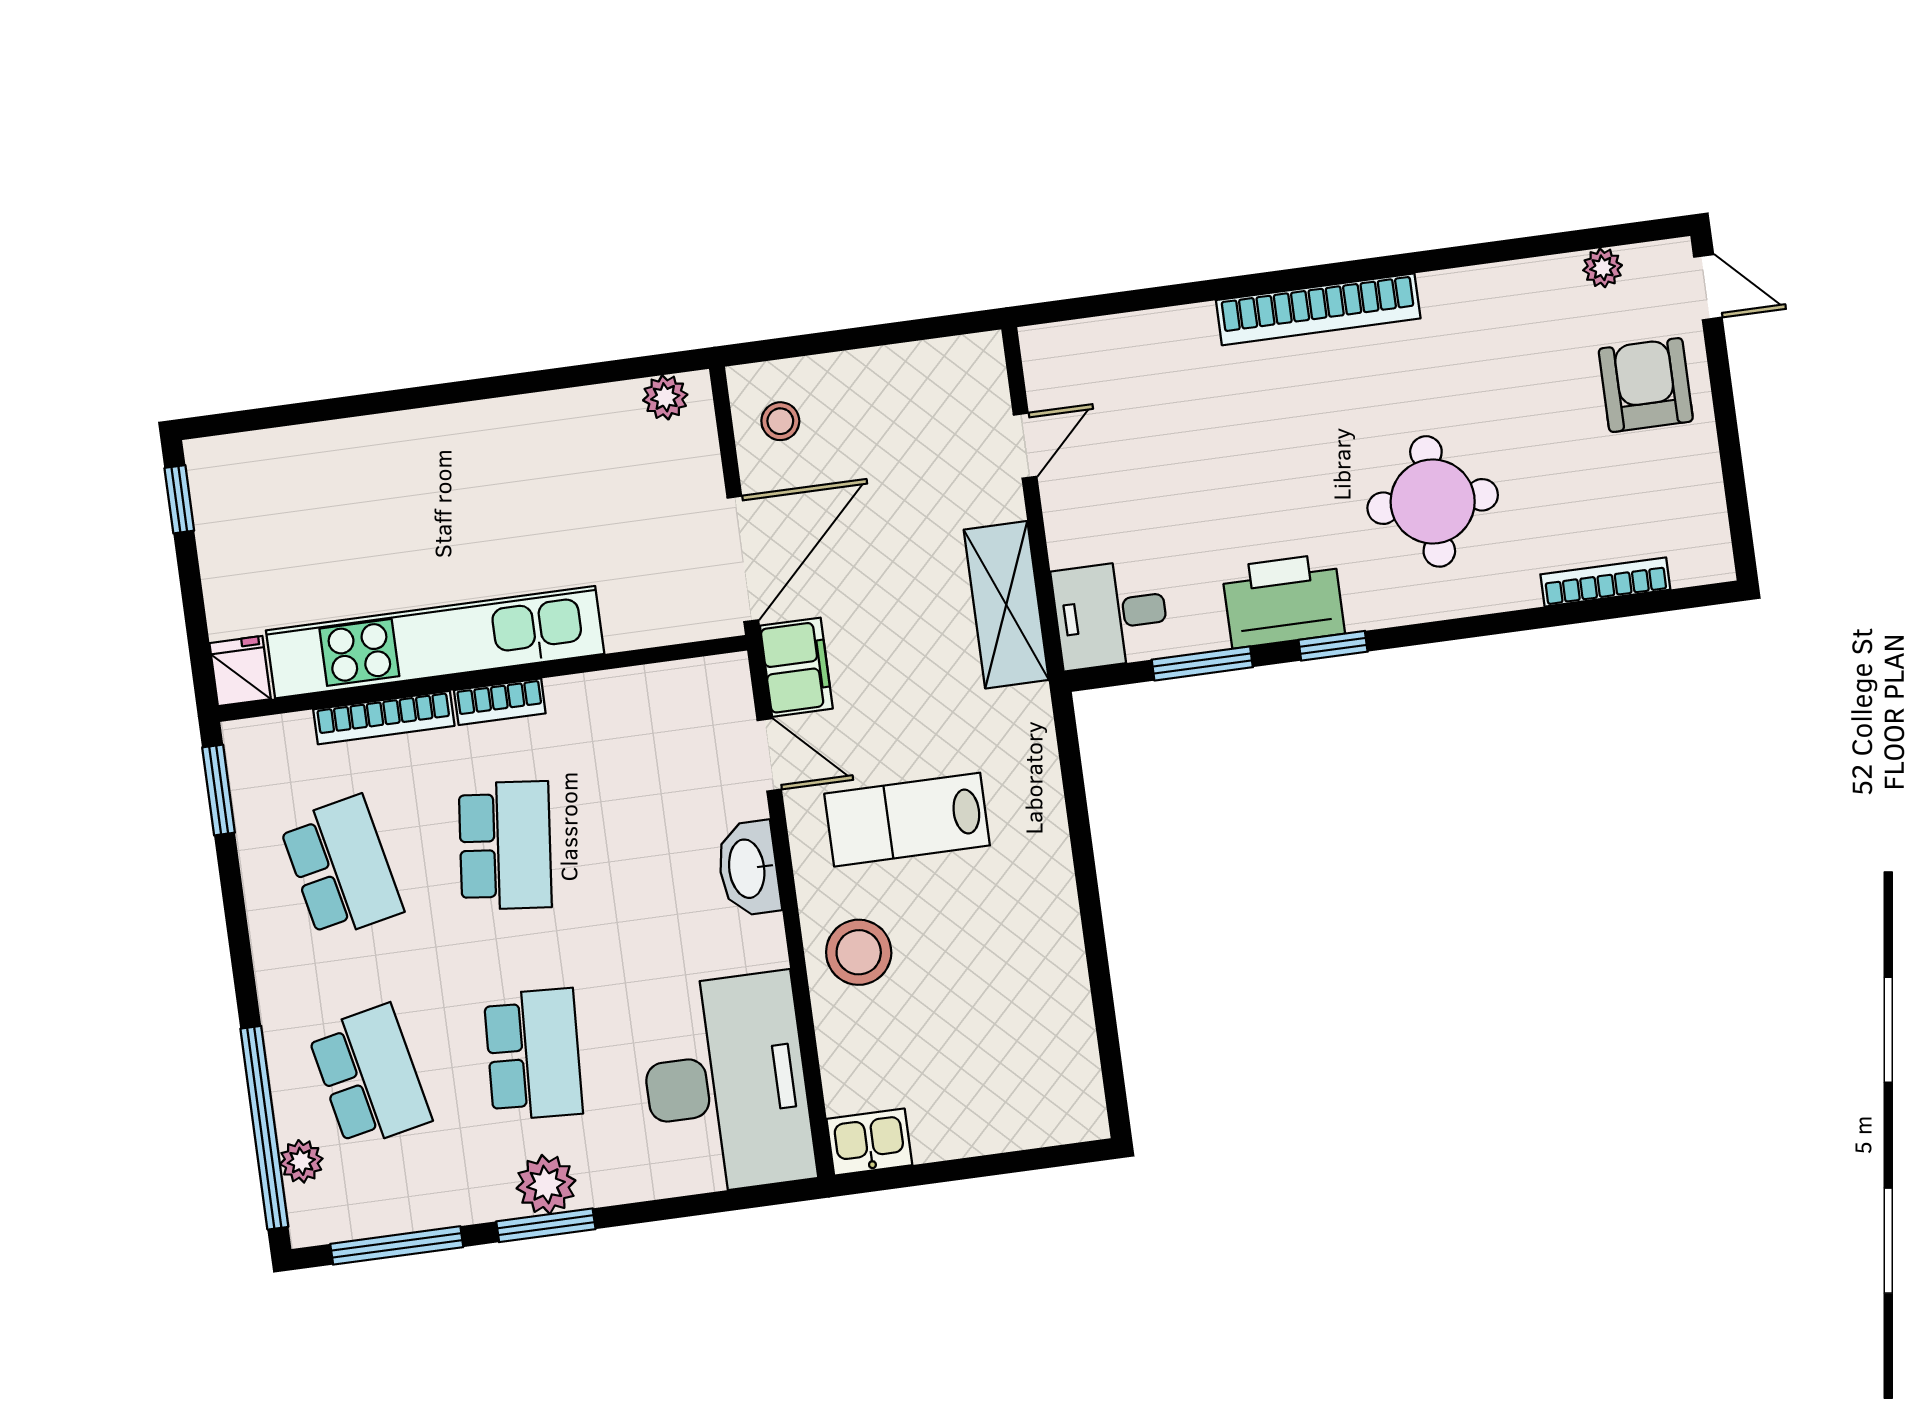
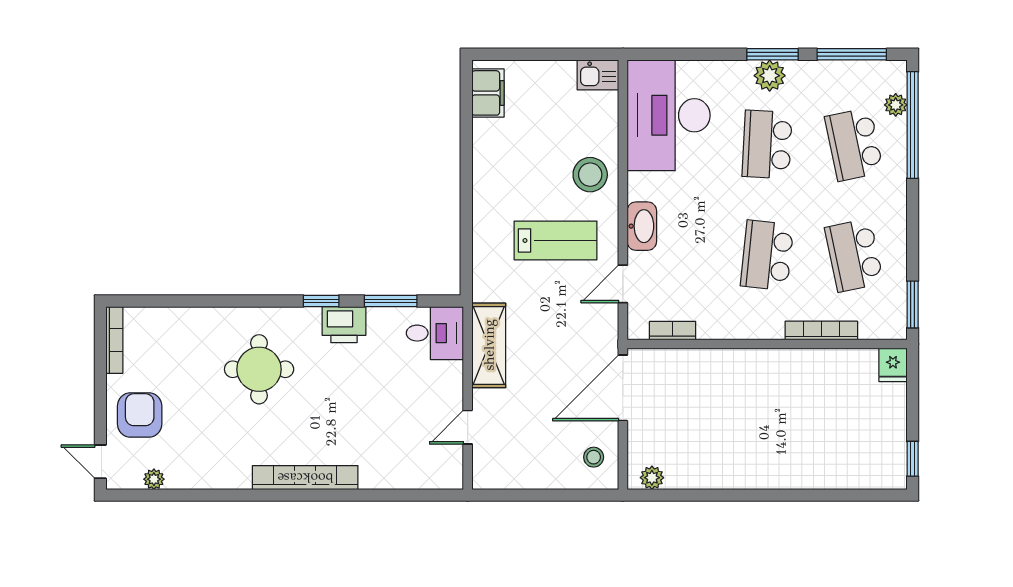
armchair: (1646, 385) -> (140, 415), turned 180
bookcase: (1605, 582) -> (114, 340), moved, turned -90
printer: (1283, 601) -> (344, 325), width x0.73, depth x0.84
kitchen unit: (435, 642) -> (789, 366), removed
filing cabinet: (796, 667) -> (488, 93), moved, turned 180
bookcase: (500, 702) -> (673, 331), moved
door: (769, 755) -> (623, 284), hinge flipped

